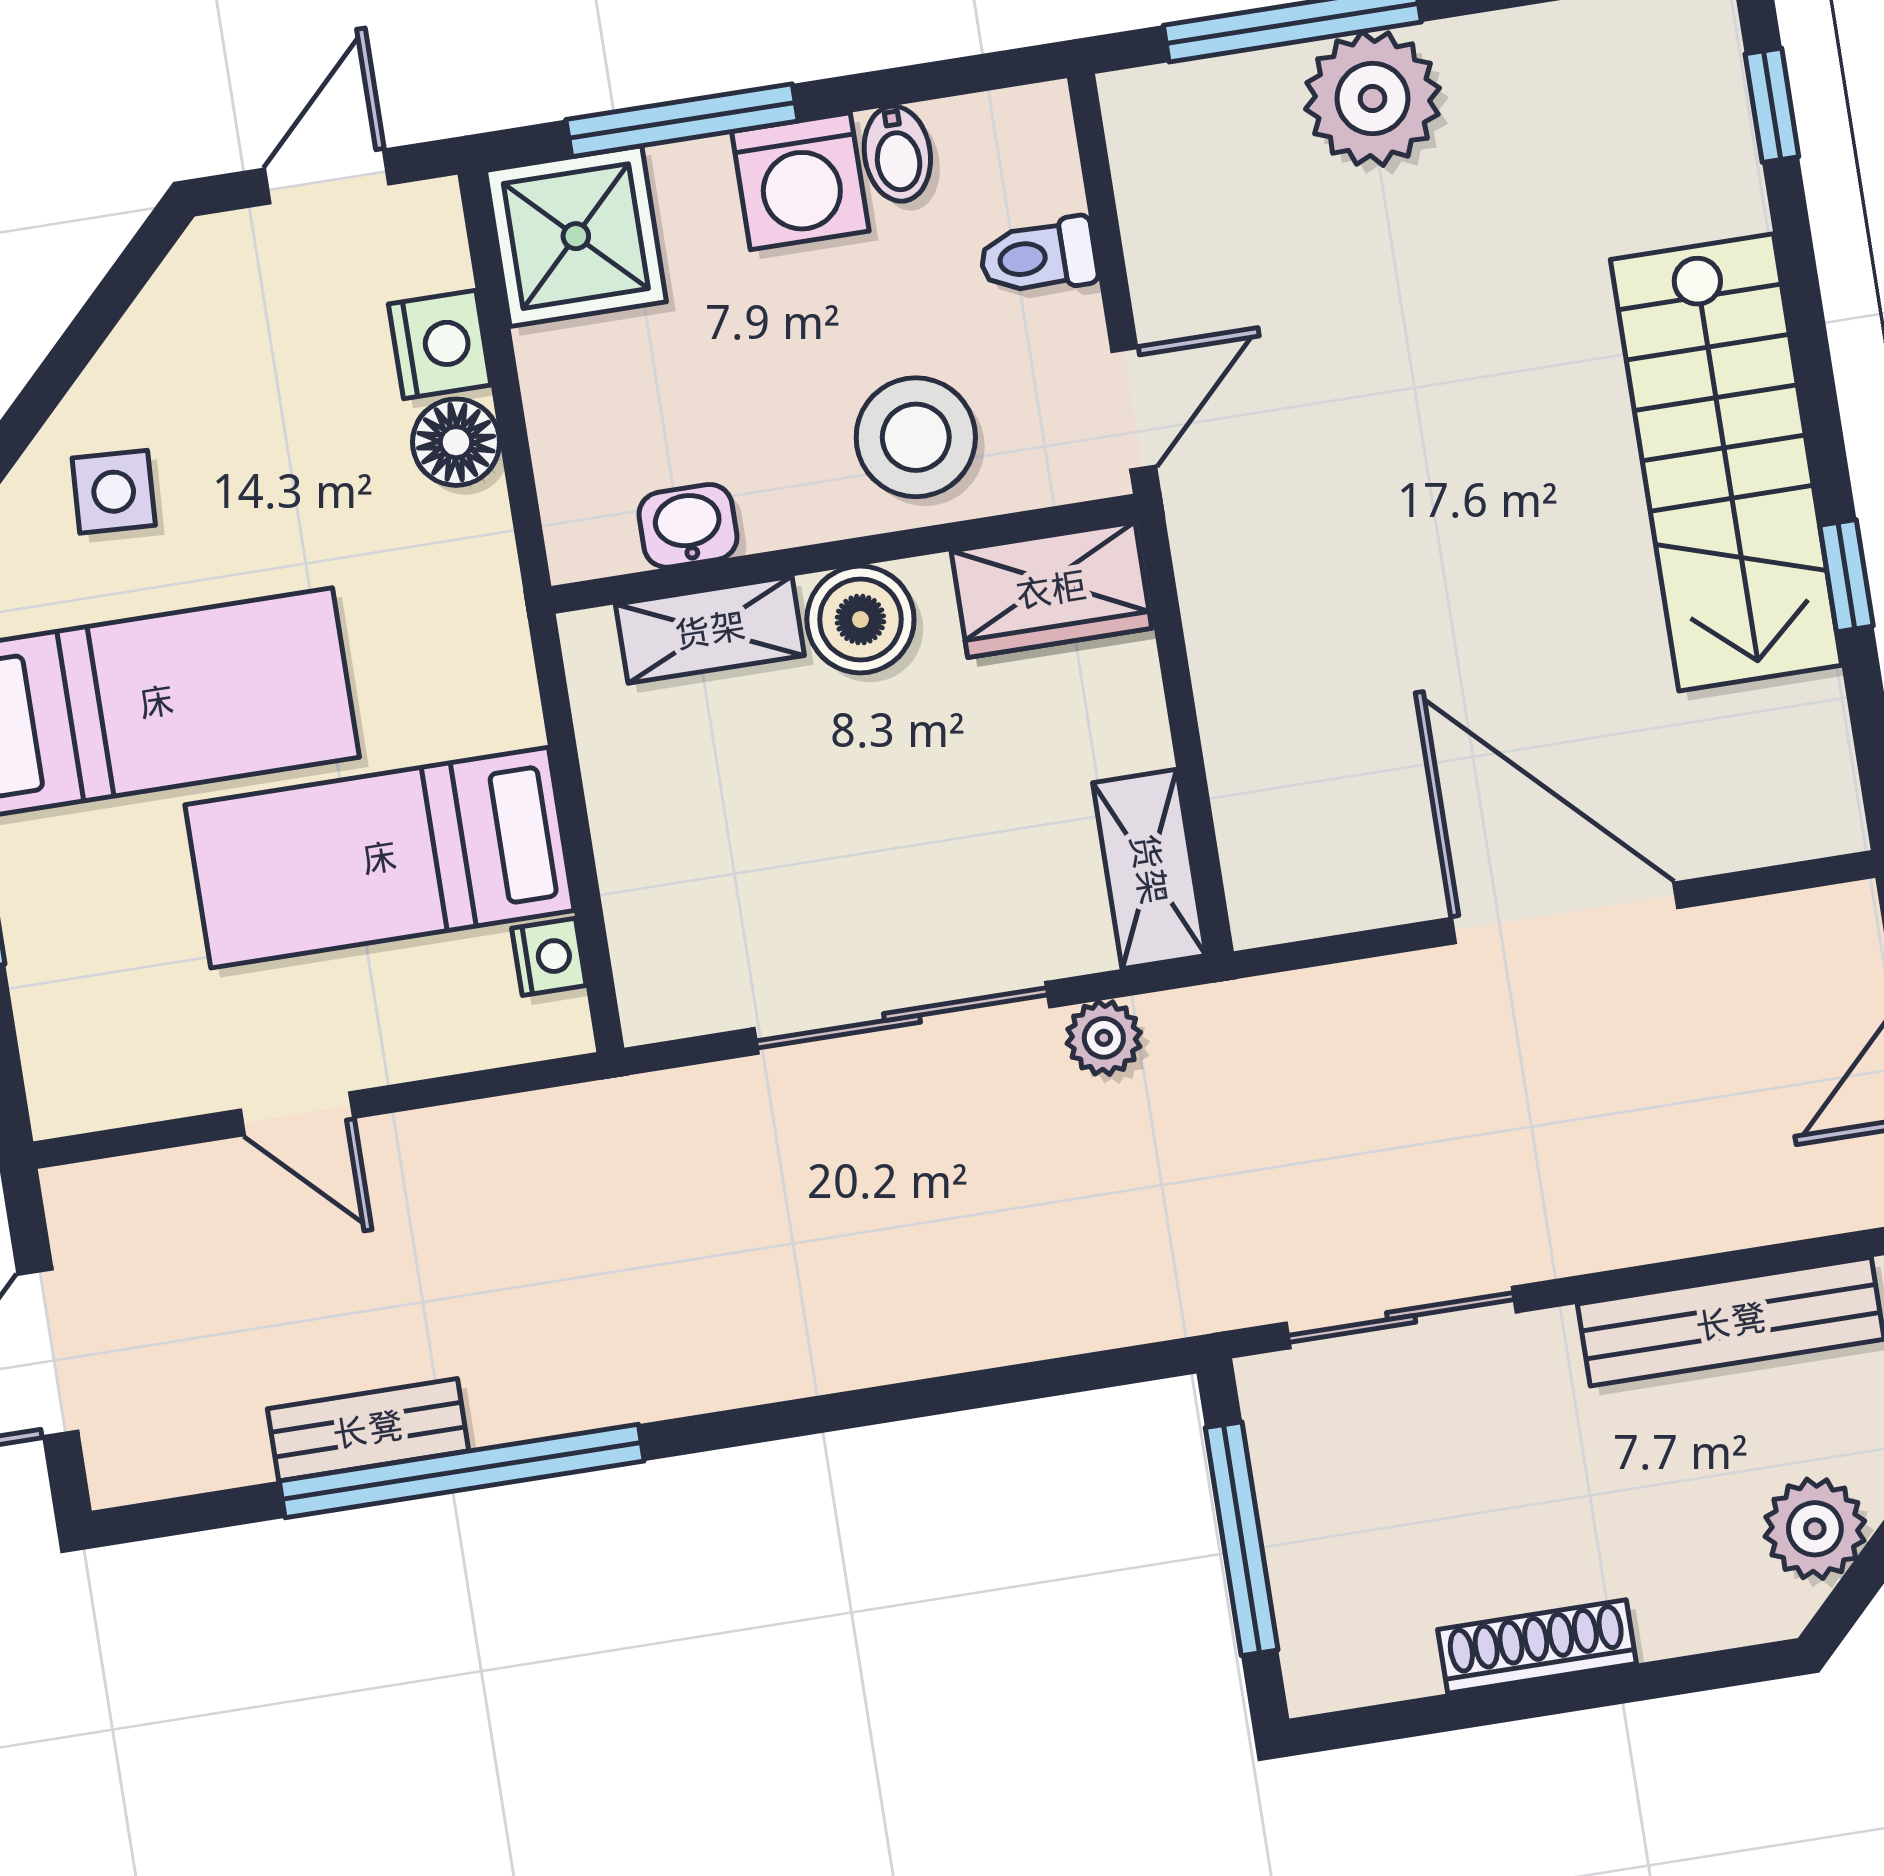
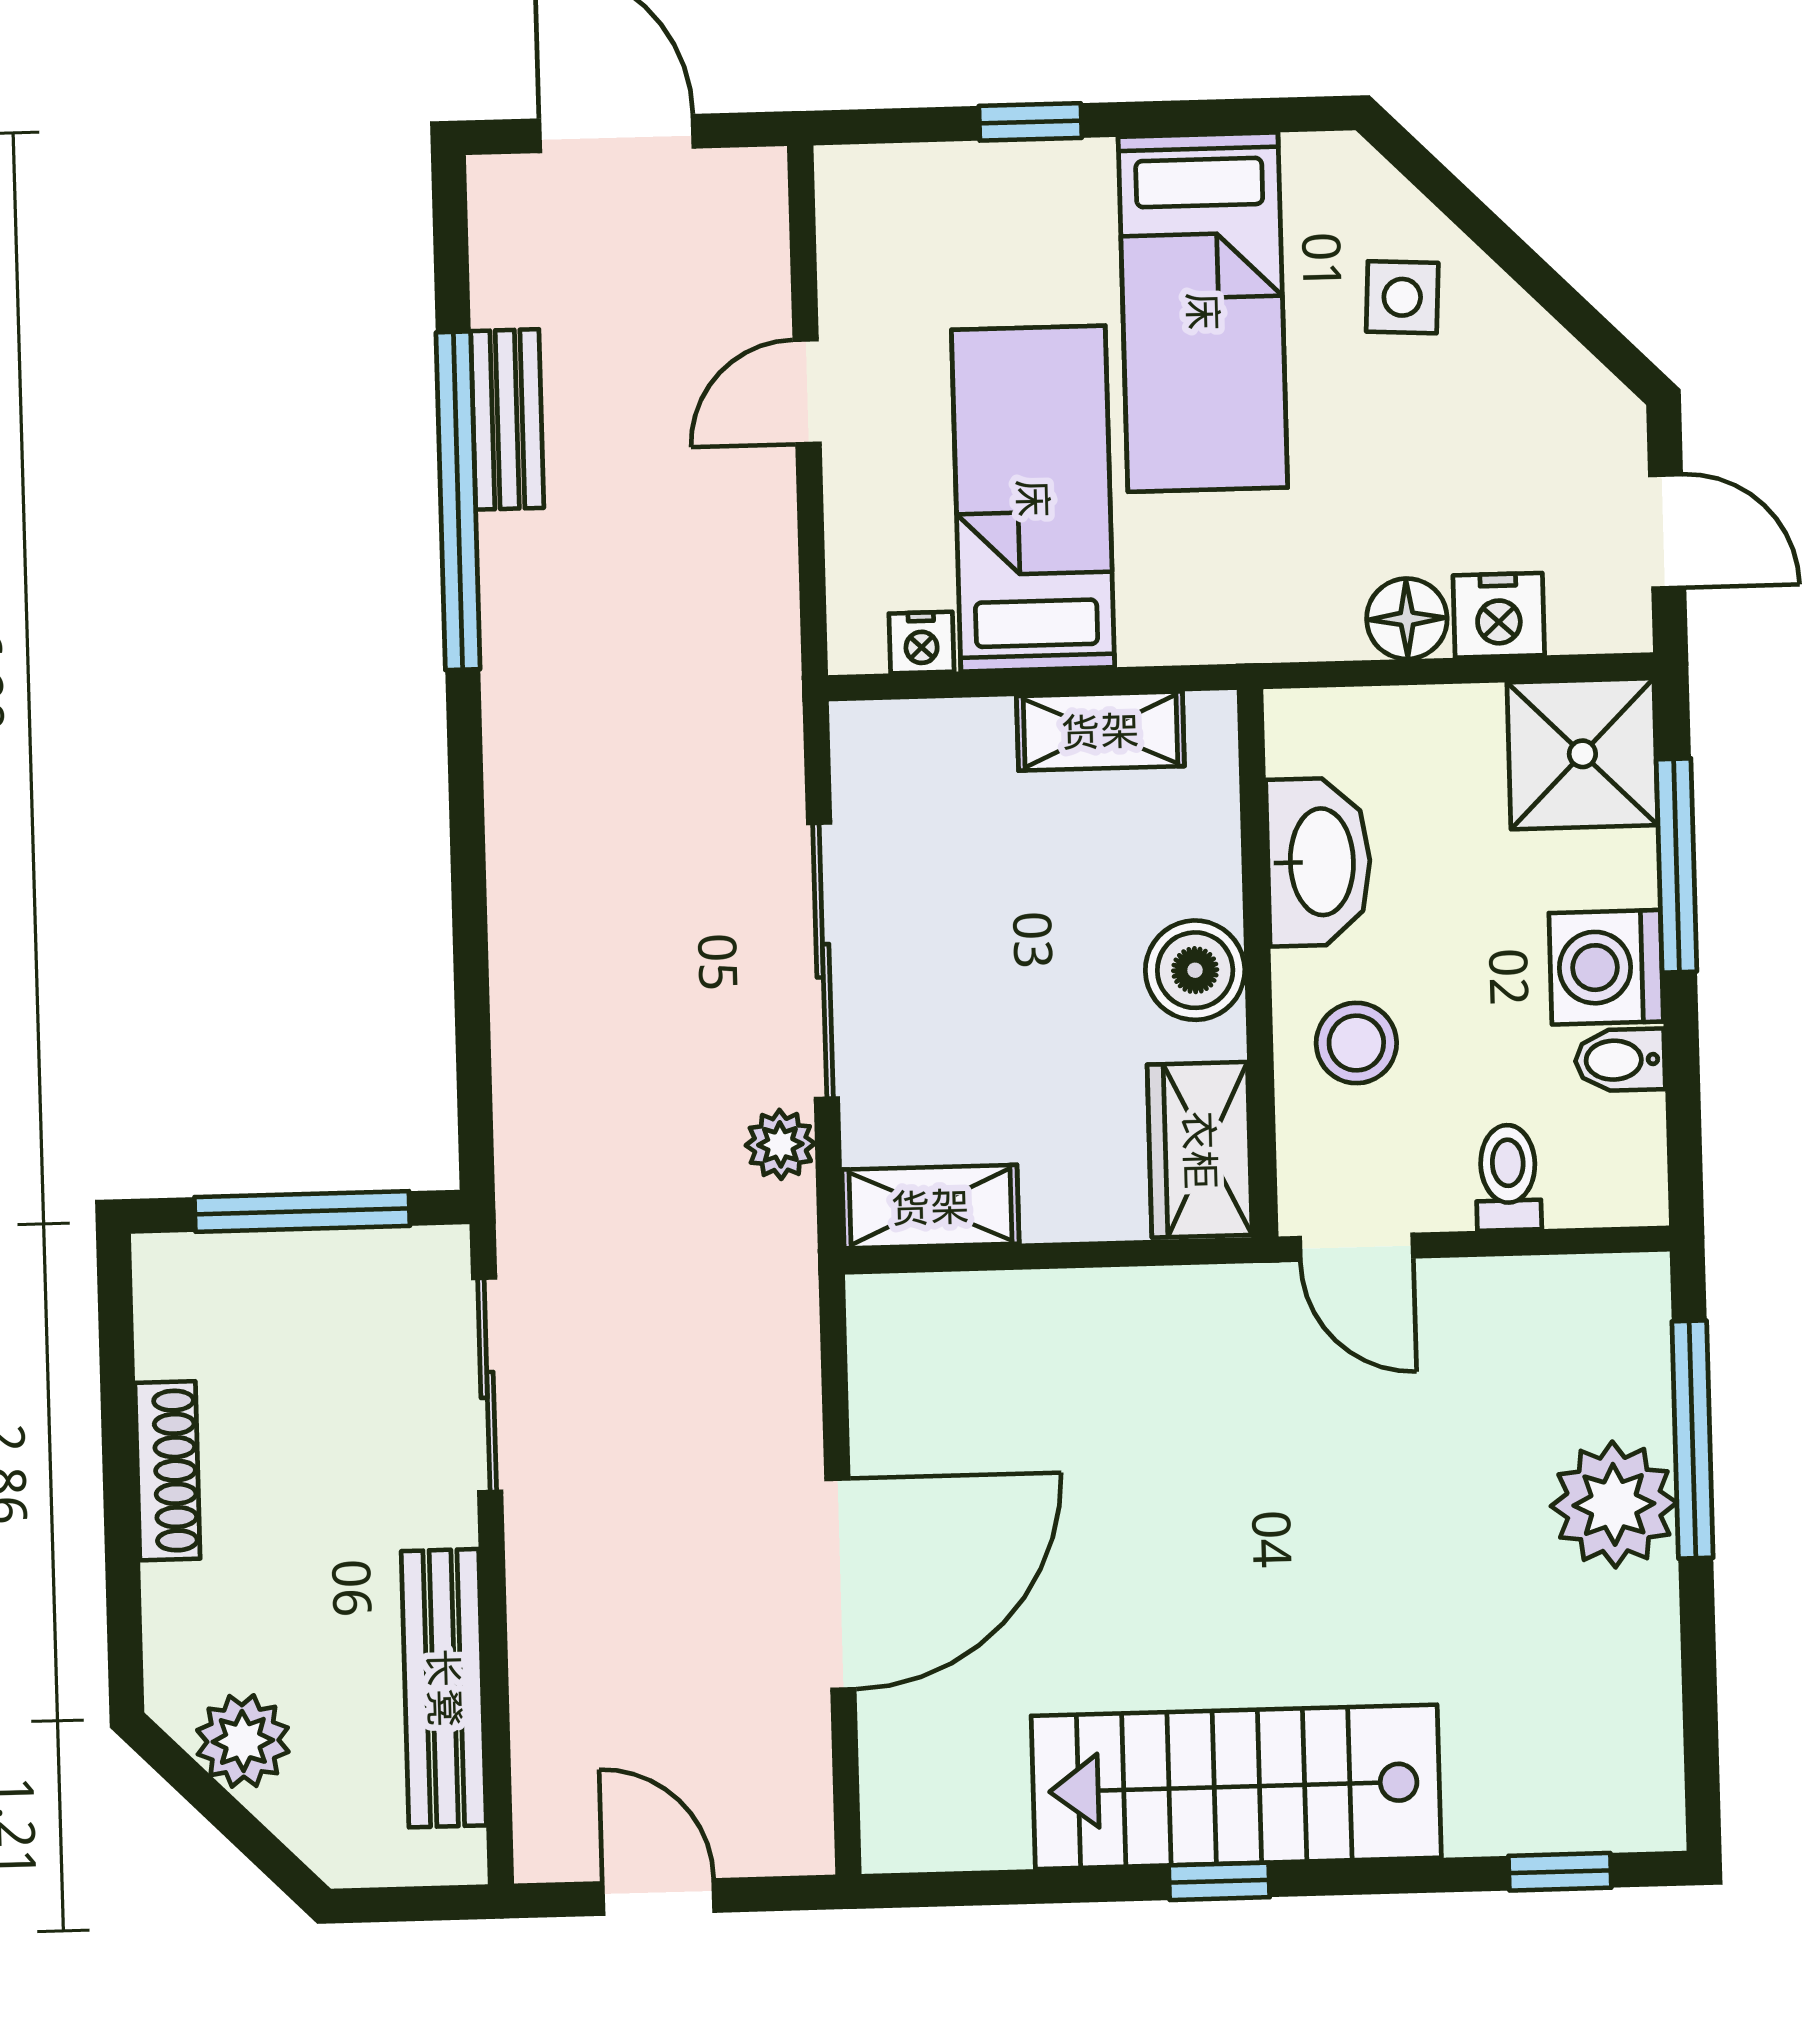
stool: (916, 437) -> (1356, 1043), width x0.73, depth x0.73
washbasin: (688, 526) -> (1319, 862), width x1.91, depth x1.45
window: (1846, 576) -> (1219, 1881), moved
shelving: (710, 630) -> (1100, 731), moved, turned 90

